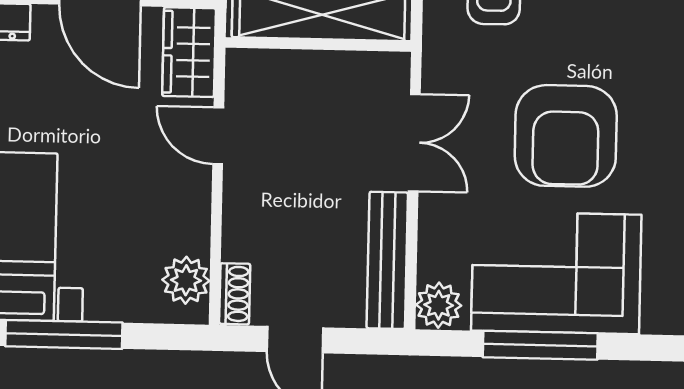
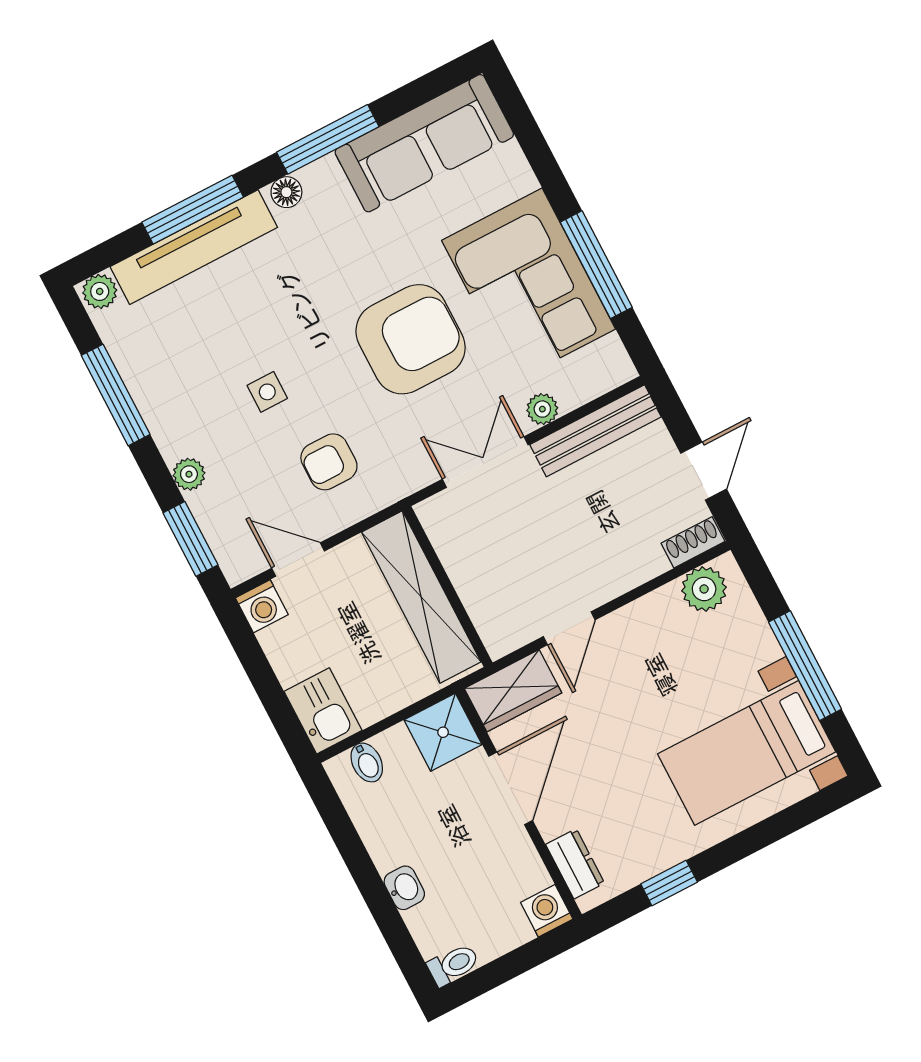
plant: (439, 305) -> (542, 409), moved, width x0.73, depth x0.73

